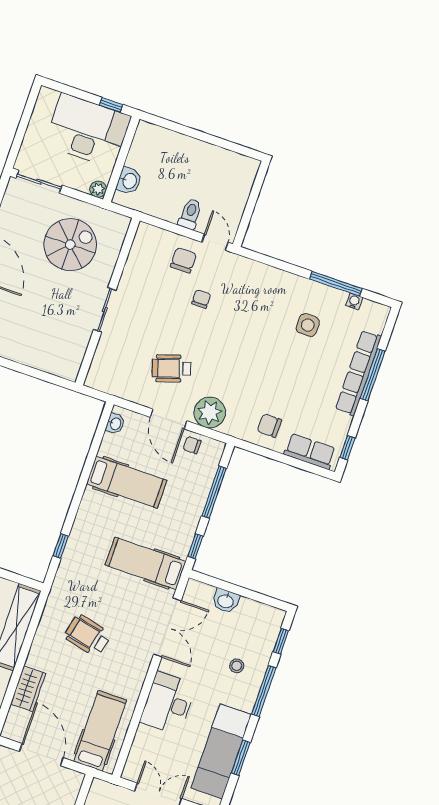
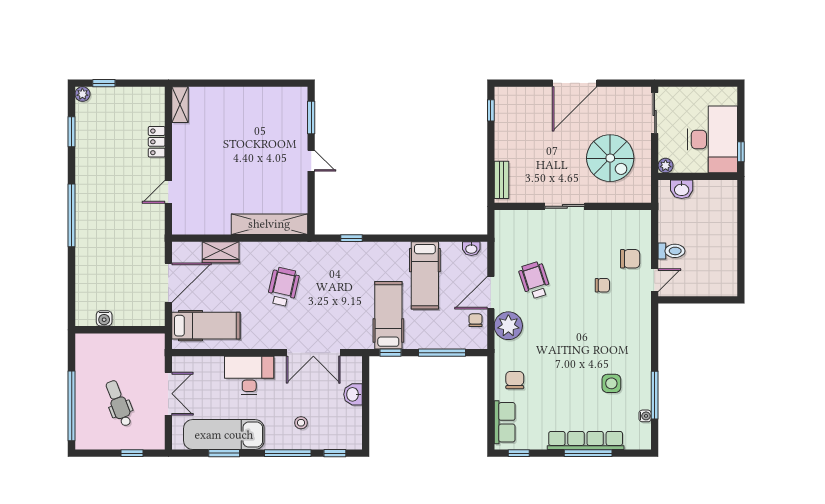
bench: (54, 367) -> (501, 180), added
hospital bed: (146, 563) -> (388, 315), moved

